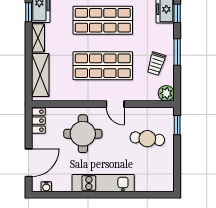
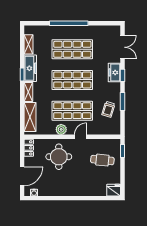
plant: (166, 93) -> (61, 129), moved
door: (115, 104) -> (81, 137), swing flipped
kitchen unit: (103, 183) -> (73, 190), removed
fridge: (164, 183) -> (114, 190), added

